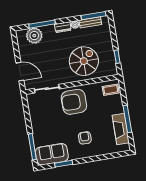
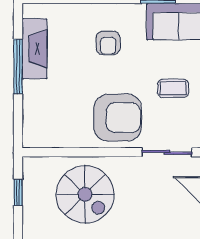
spiral stairs: (84, 61) -> (85, 194), turned -90
coffee table: (111, 90) -> (173, 88), moved

